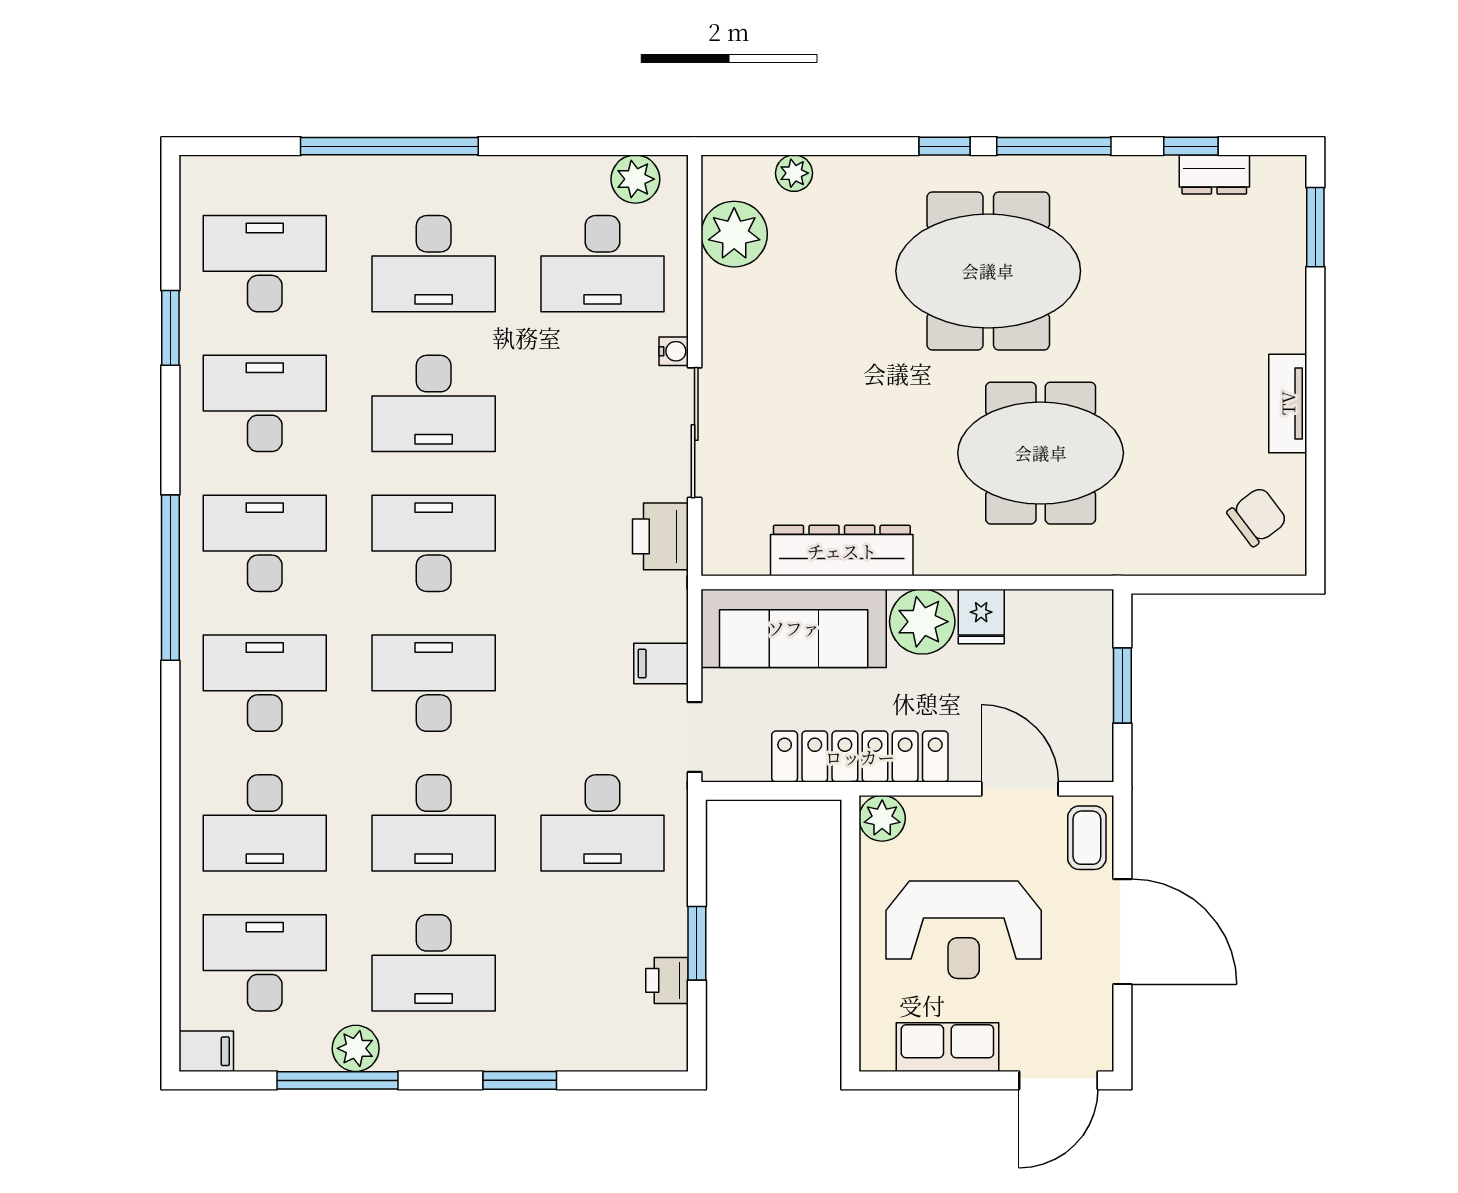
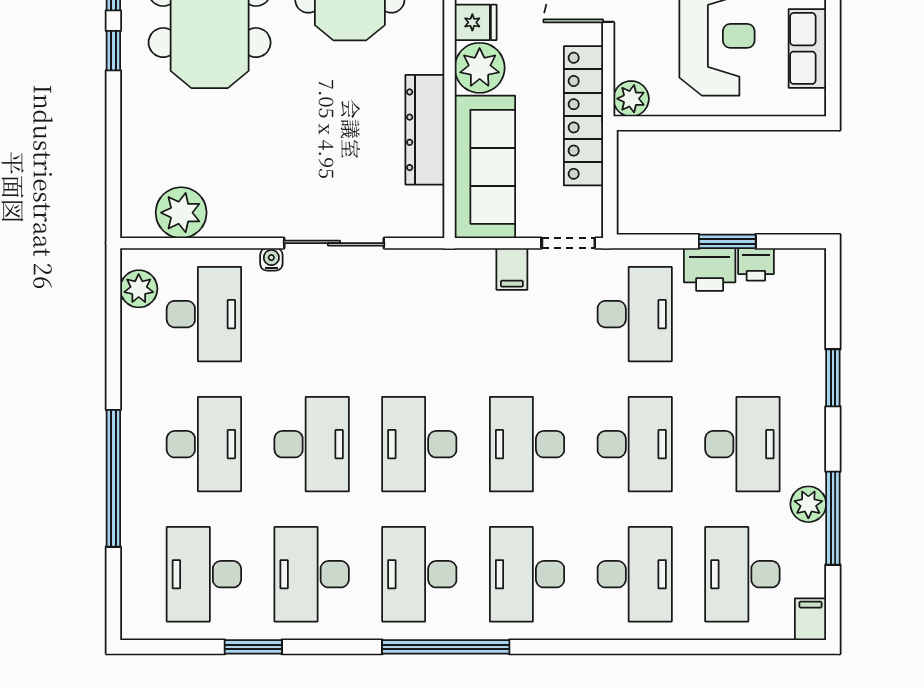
plant: (794, 173) -> (134, 167), removed
printer: (660, 536) -> (710, 270), moved

